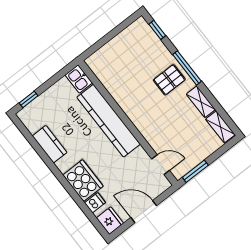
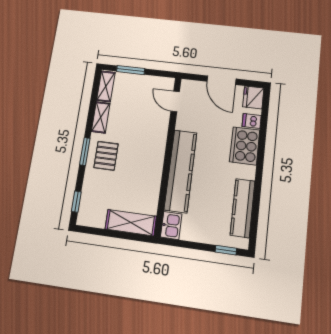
shelving: (107, 54) -> (131, 223), added
window: (187, 68) -> (85, 151), width x0.69
pallet: (169, 80) -> (106, 156), turned 90
kitchen counter: (50, 144) -> (243, 208), width x1.50
window: (195, 171) -> (131, 70), moved

